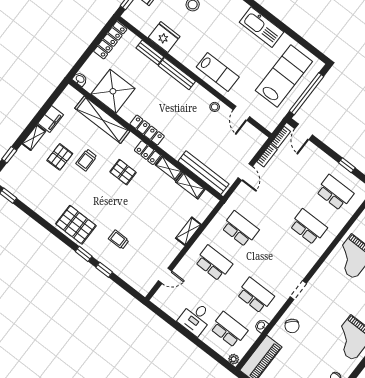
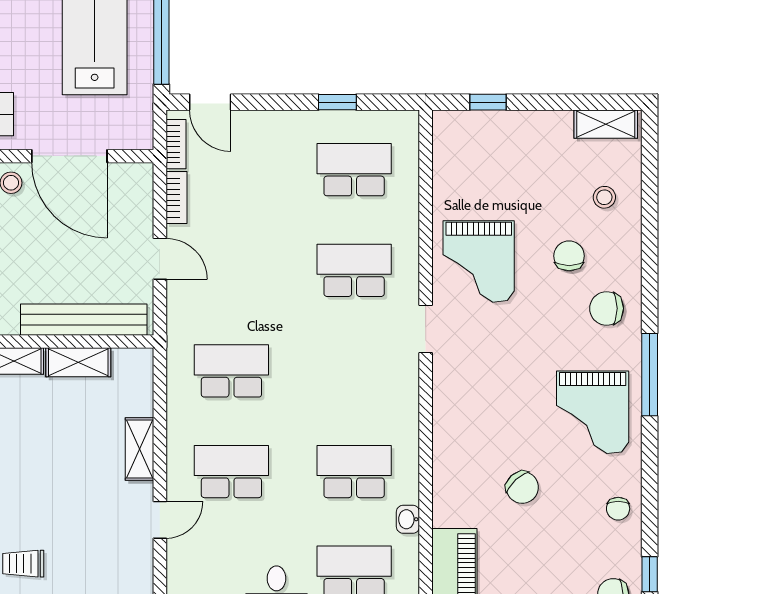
door: (241, 113) -> (69, 156), width x1.88
door: (165, 276) -> (160, 520), moved
doorway: (298, 290) -> (426, 329), moved
chair: (292, 326) -> (522, 487), moved

